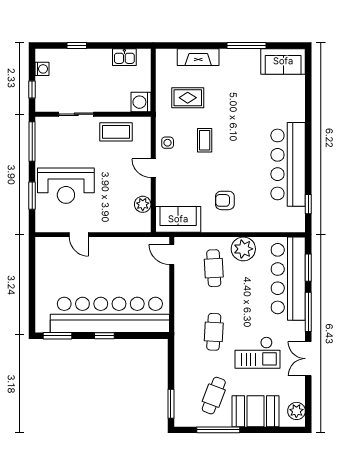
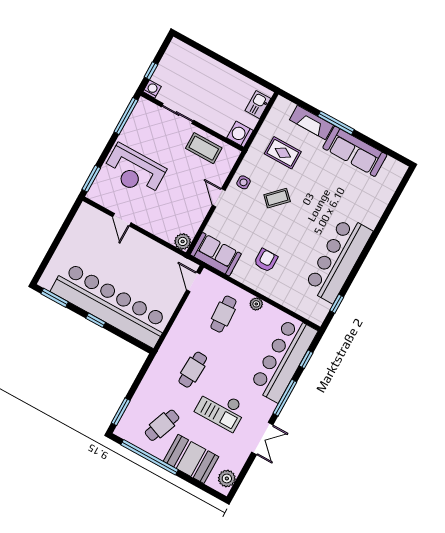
window: (77, 46) -> (211, 54), removed
window: (247, 46) -> (336, 123), moved
kitchen sink: (124, 57) -> (258, 105), moved, turned 90
sofa: (283, 61) -> (355, 151), moved, width x1.36
washing machine: (42, 69) -> (152, 89), moved, turned -90
coffee table: (205, 140) -> (277, 198), turned 45
window: (32, 196) -> (91, 179), moved
armchair: (225, 200) -> (266, 260), turned 90
plant: (143, 204) -> (183, 241), moved
plant: (243, 249) -> (256, 304), width x0.53, depth x0.53
window: (308, 268) -> (306, 359), width x0.67
double door: (308, 359) -> (262, 439), swing flipped
window: (218, 430) -> (149, 457), width x1.46

